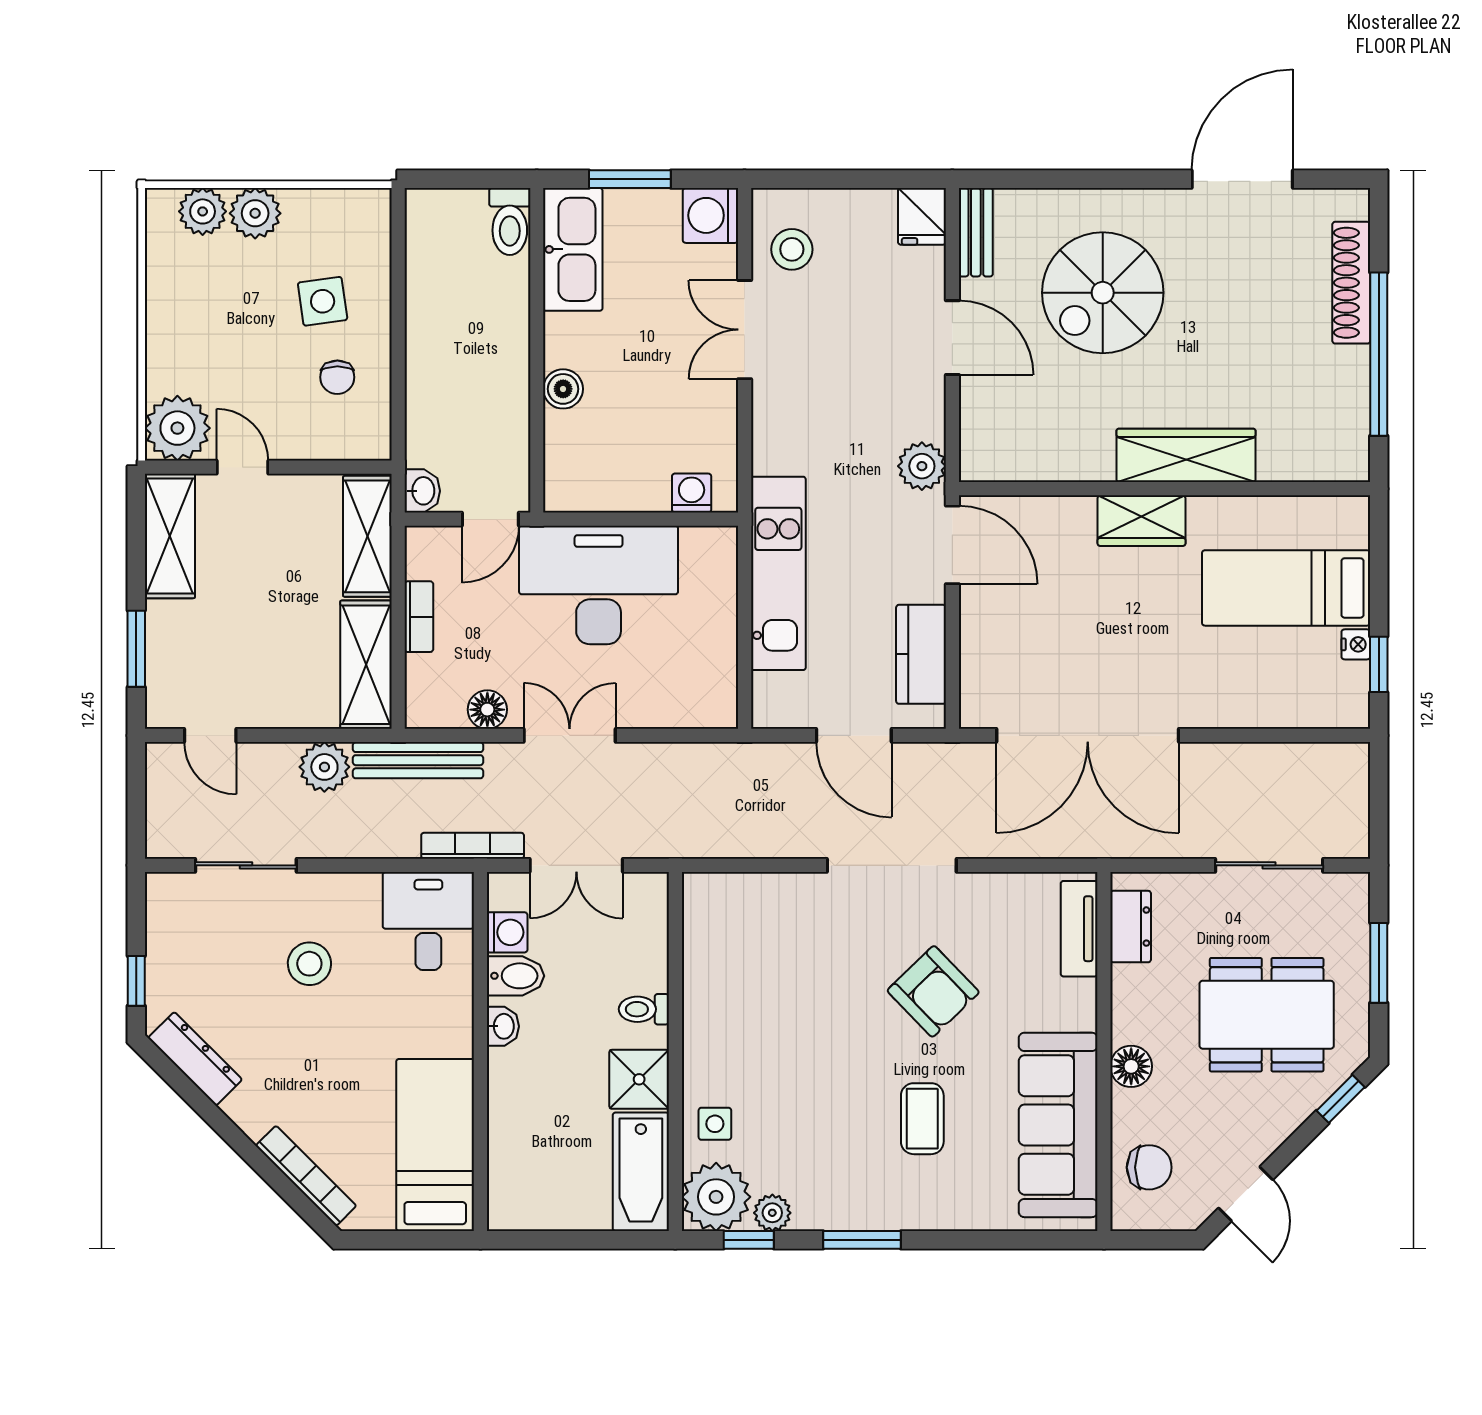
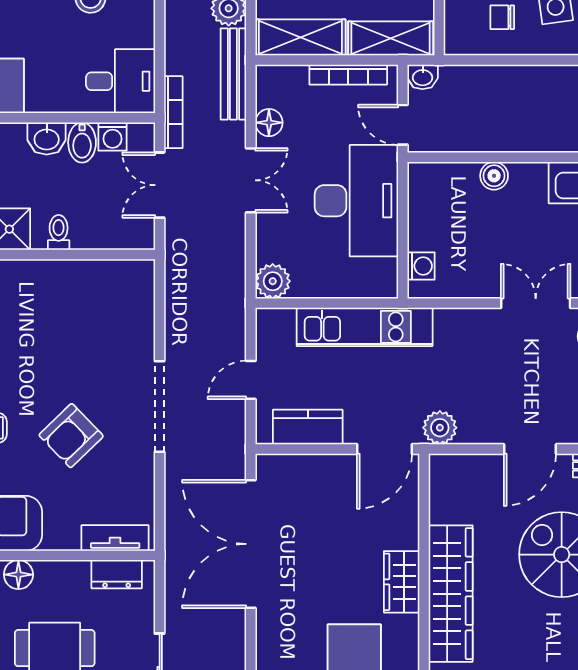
wardrobe: (1186, 455) -> (451, 594), width x1.40, depth x1.17
bookcase: (419, 617) -> (348, 75), width x1.56
plant: (713, 704) -> (273, 281), added
door: (854, 735) -> (251, 380), width x0.73
washbasin: (503, 1026) -> (47, 139), width x1.38, depth x1.45

